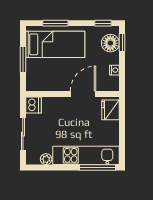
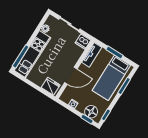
tv unit: (43, 85) -> (92, 55), added
door: (83, 94) -> (71, 76), hinge flipped

